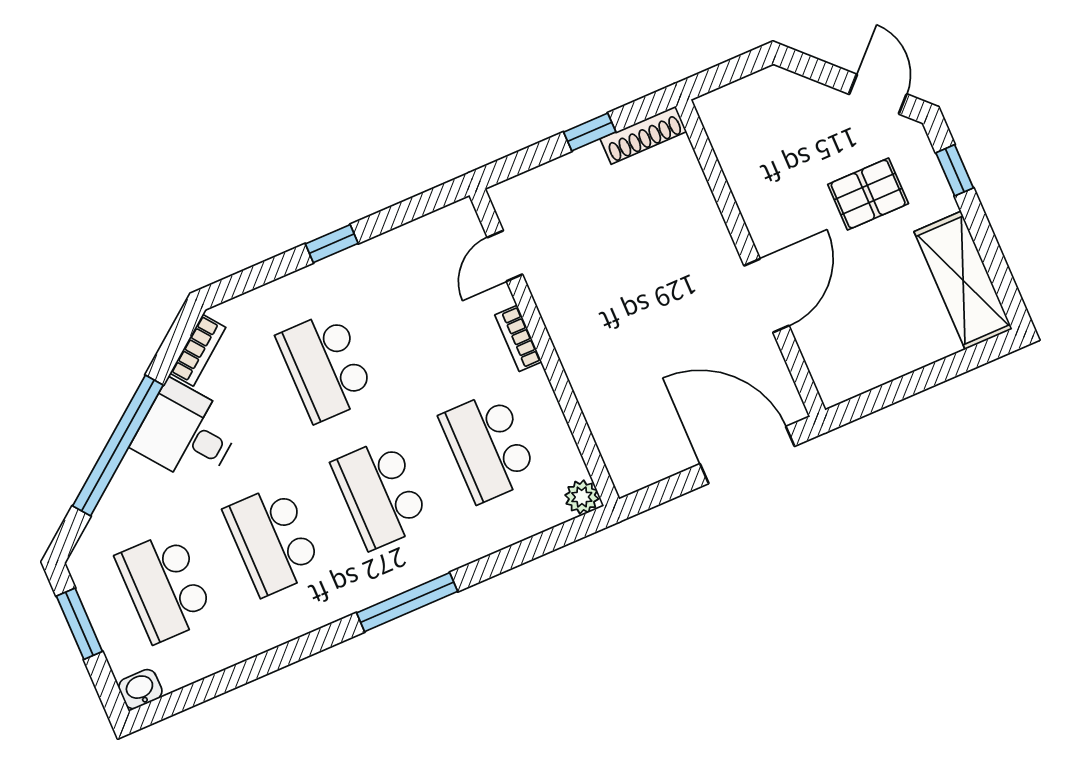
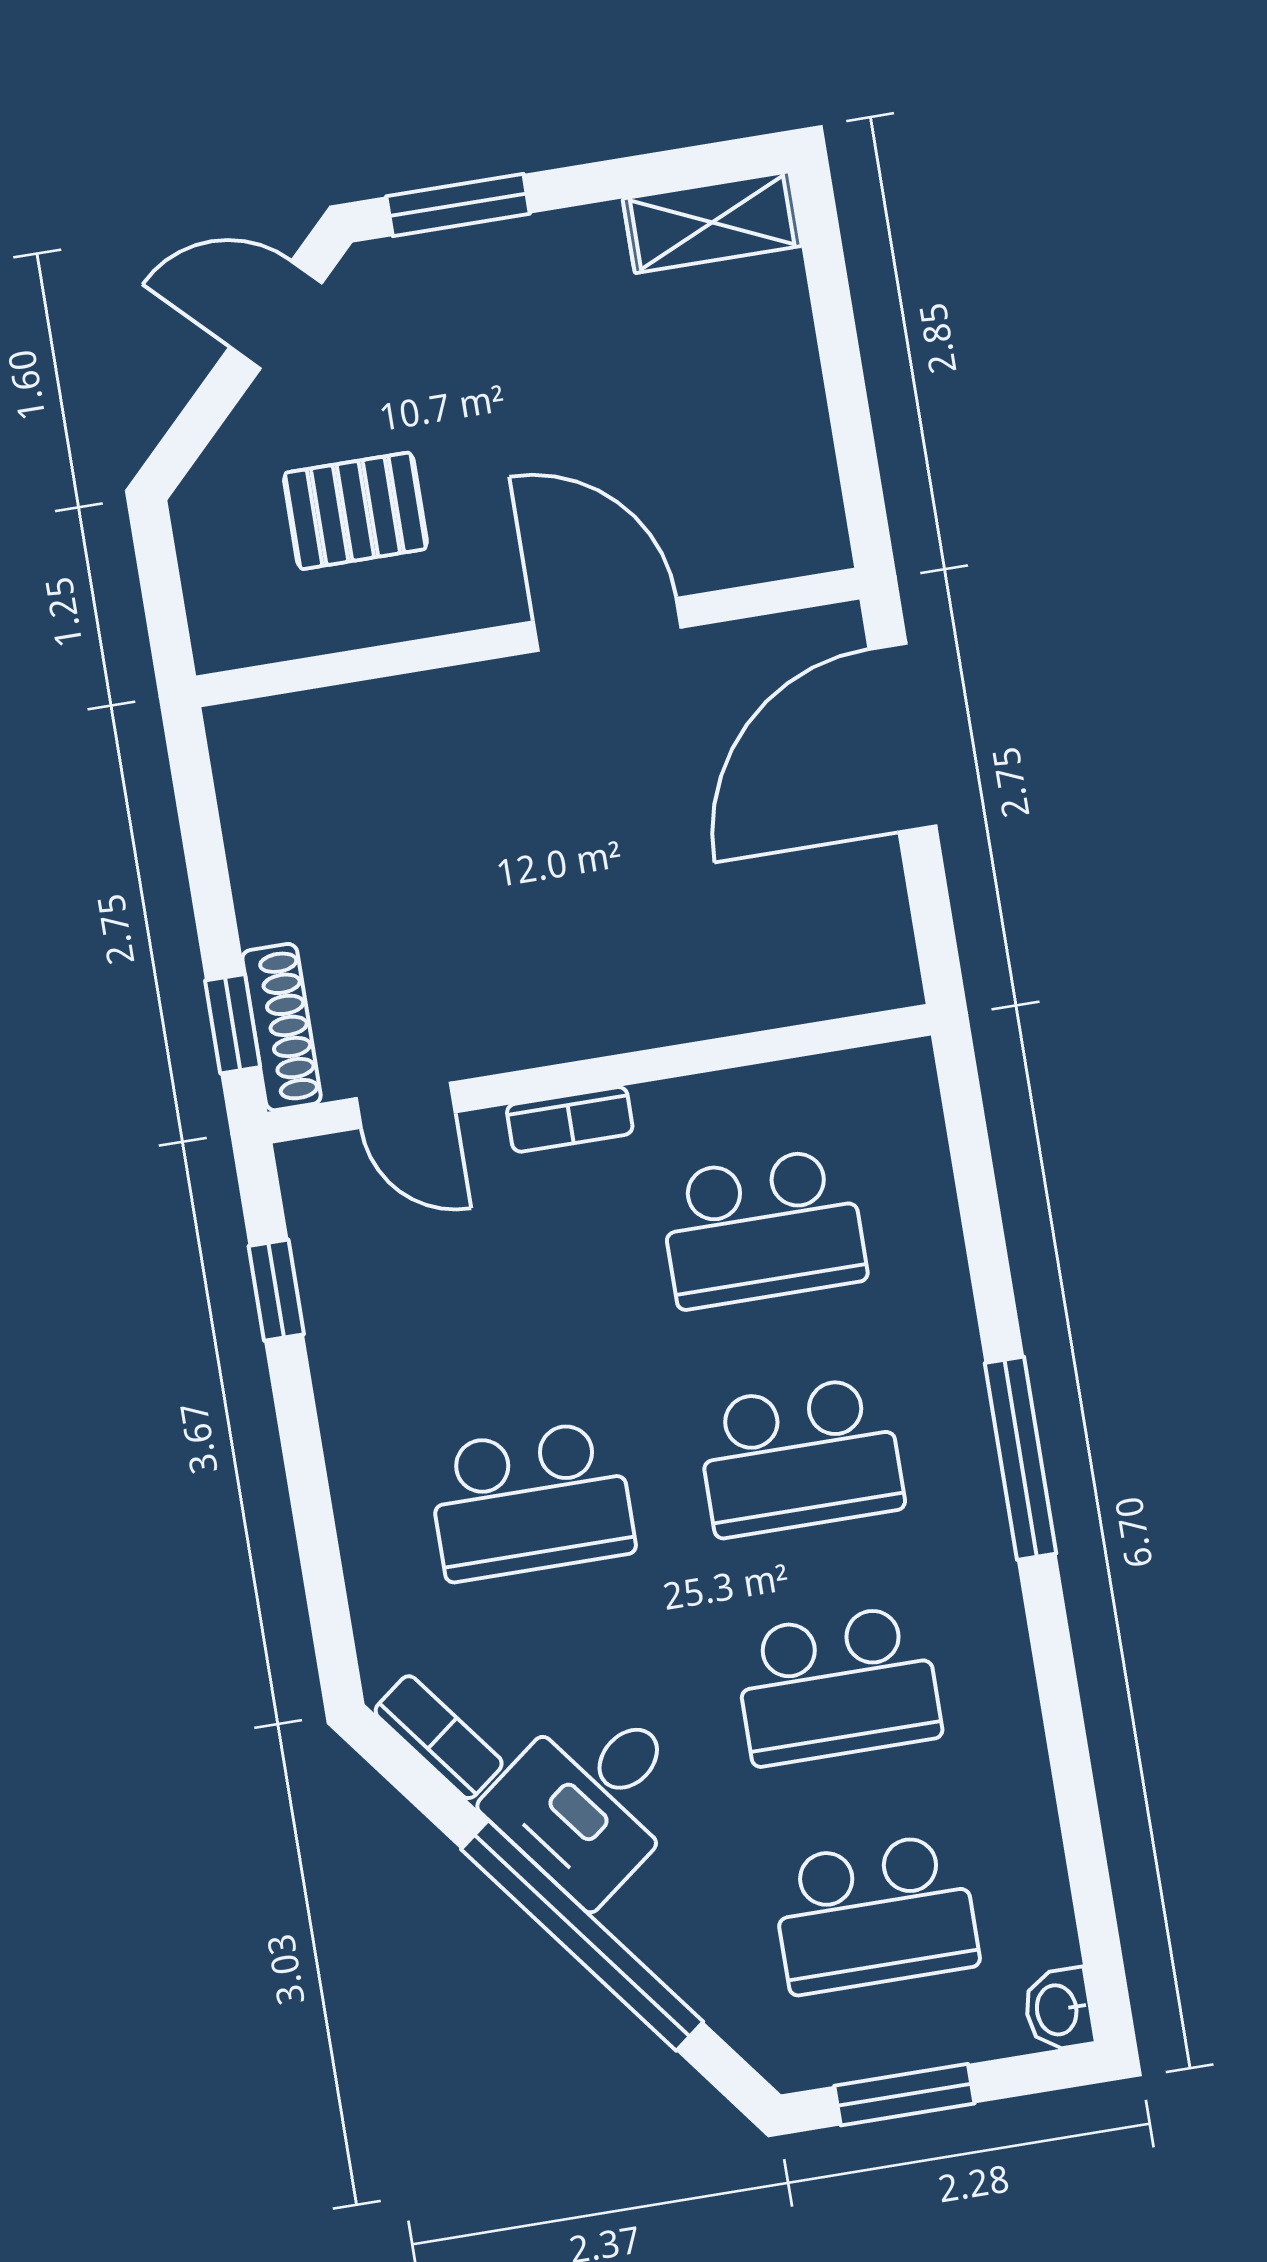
window: (590, 132) -> (233, 1024), moved
shoe rack: (643, 135) -> (282, 1027), moved
window: (955, 170) -> (458, 205), width x1.50
pallet: (868, 194) -> (355, 511), moved, turned 90
window: (332, 244) -> (276, 1290), moved
shelving: (963, 280) -> (712, 222), width x0.67, depth x0.75
plant: (582, 497) -> (903, 1074), removed

